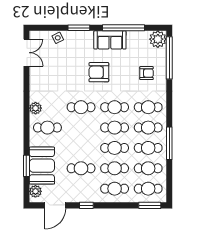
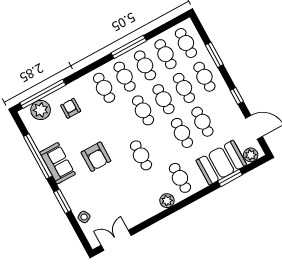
plant: (158, 39) -> (41, 110), moved
cafe table: (115, 107) -> (182, 133), moved
window: (150, 205) -> (214, 55), moved

